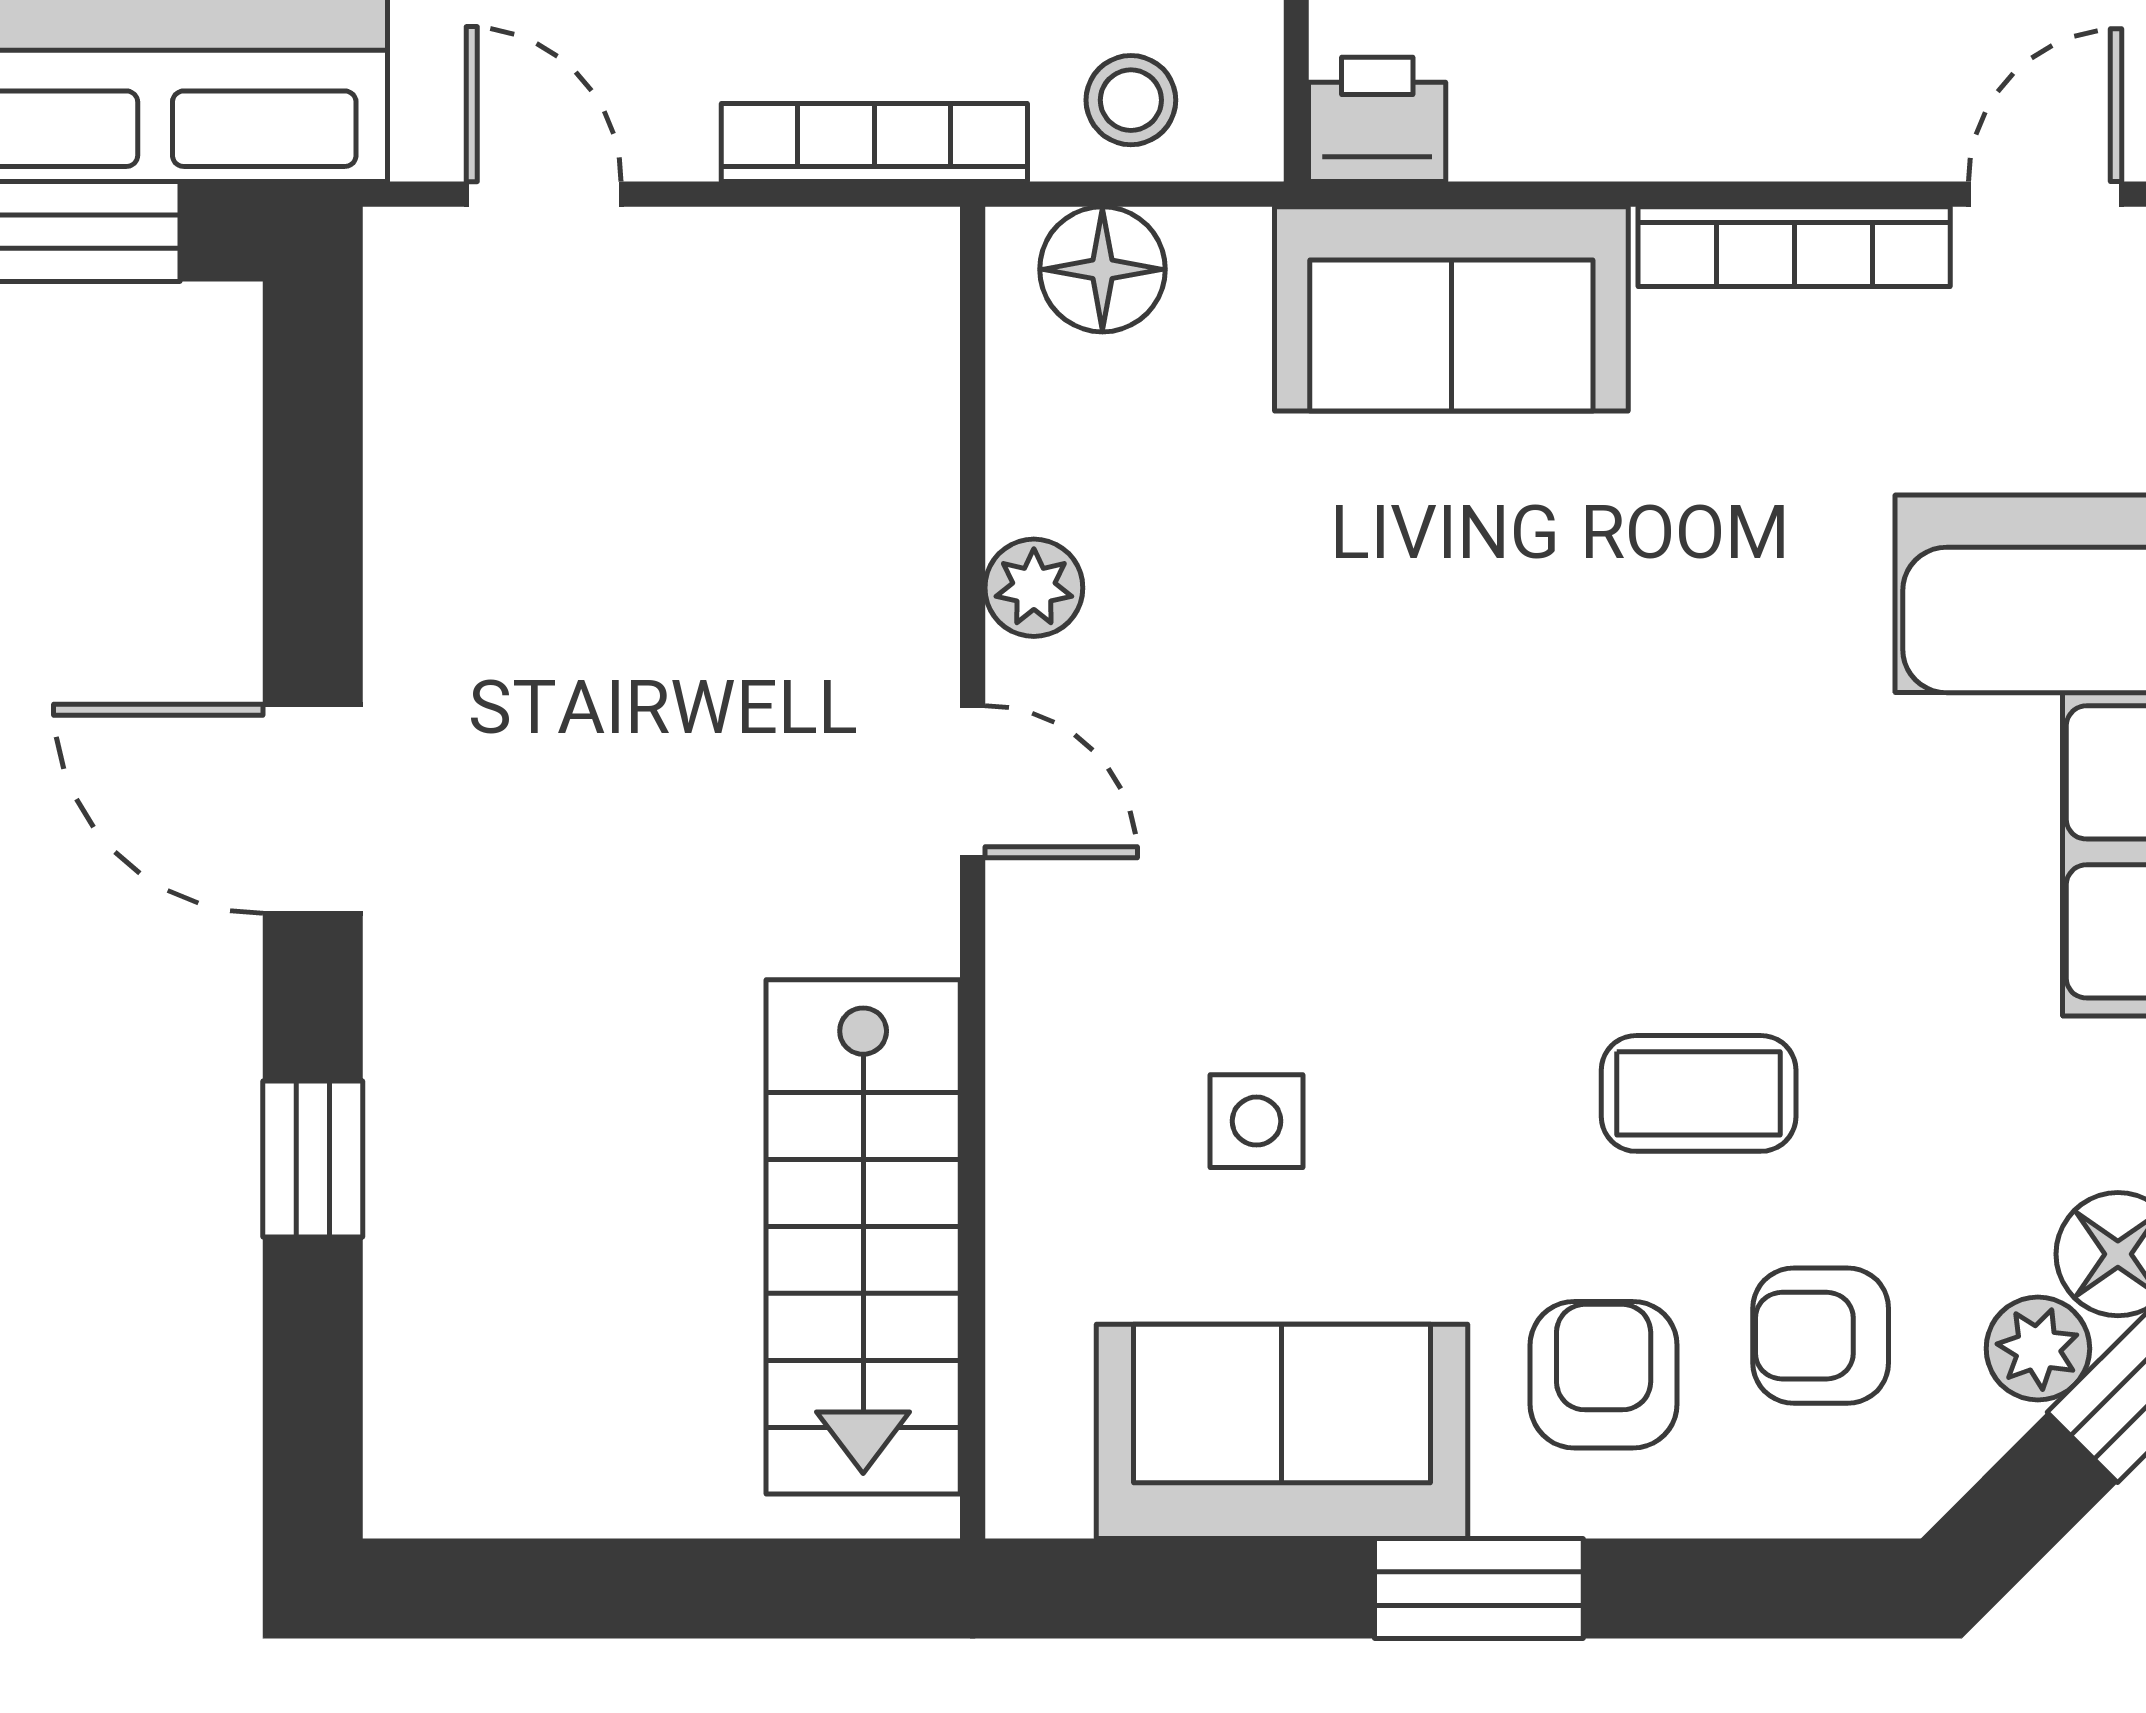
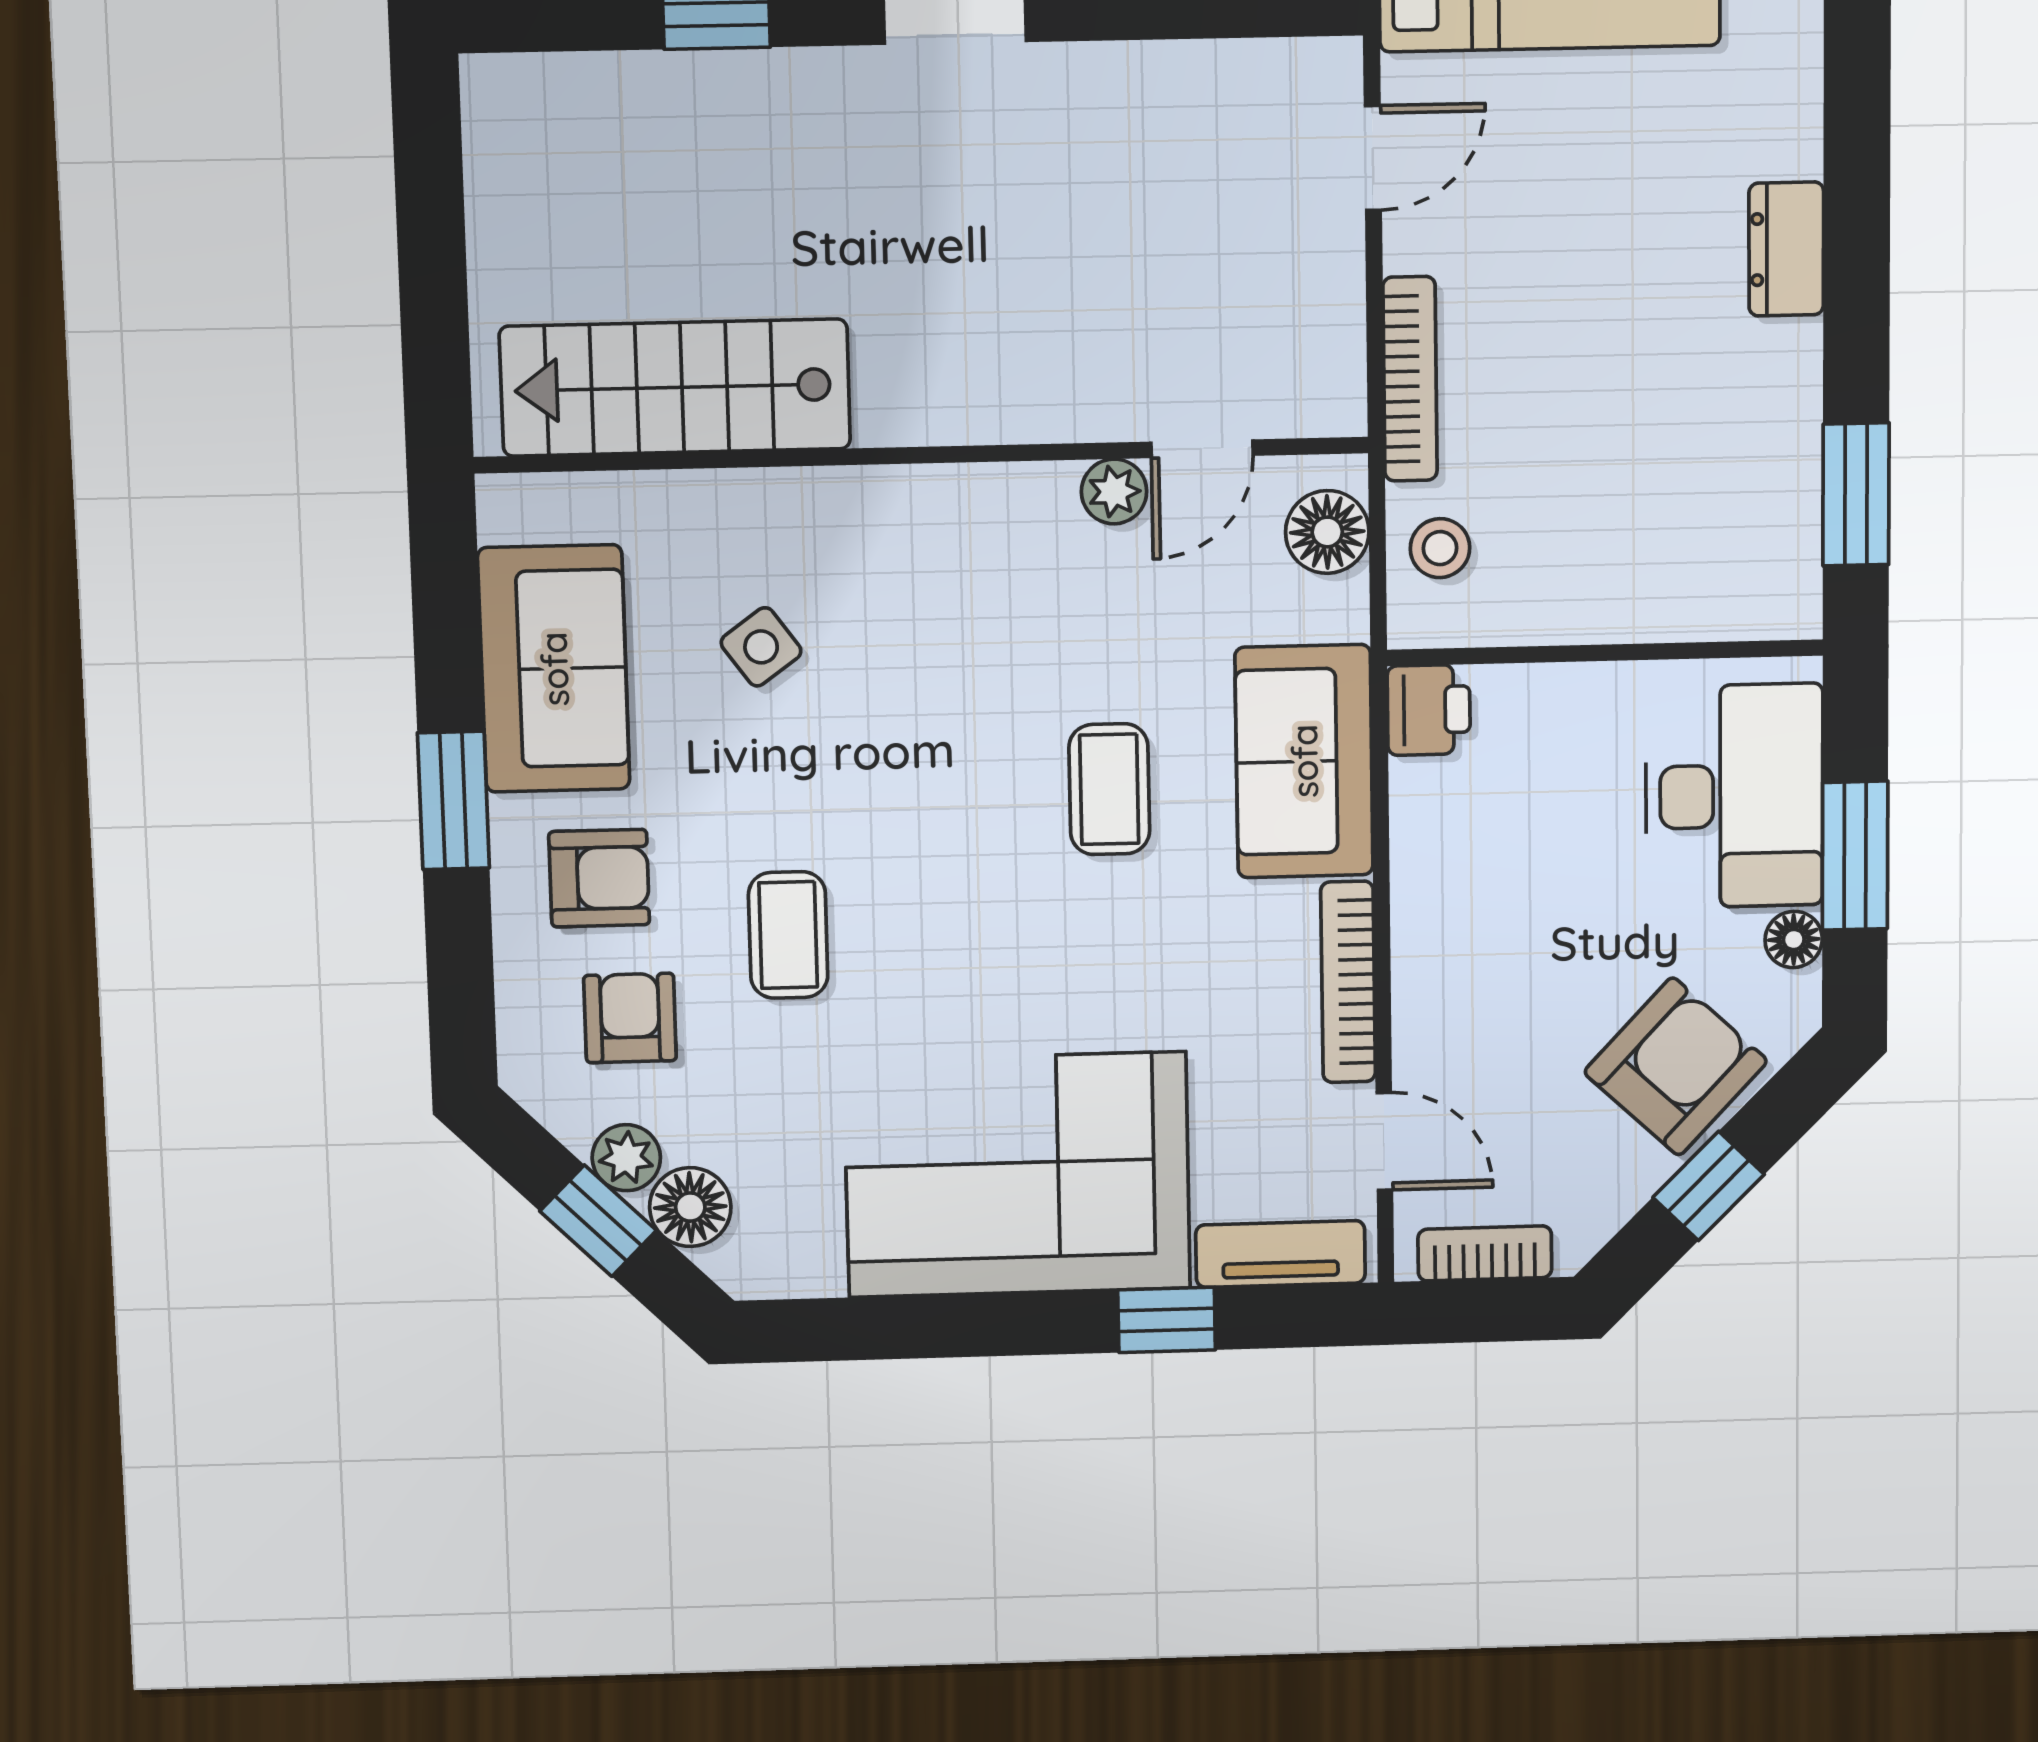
coffee table: (1487, 604) -> (1109, 789), added
door: (973, 782) -> (1202, 449), moved
side table: (1256, 1121) -> (761, 647), turned -36

